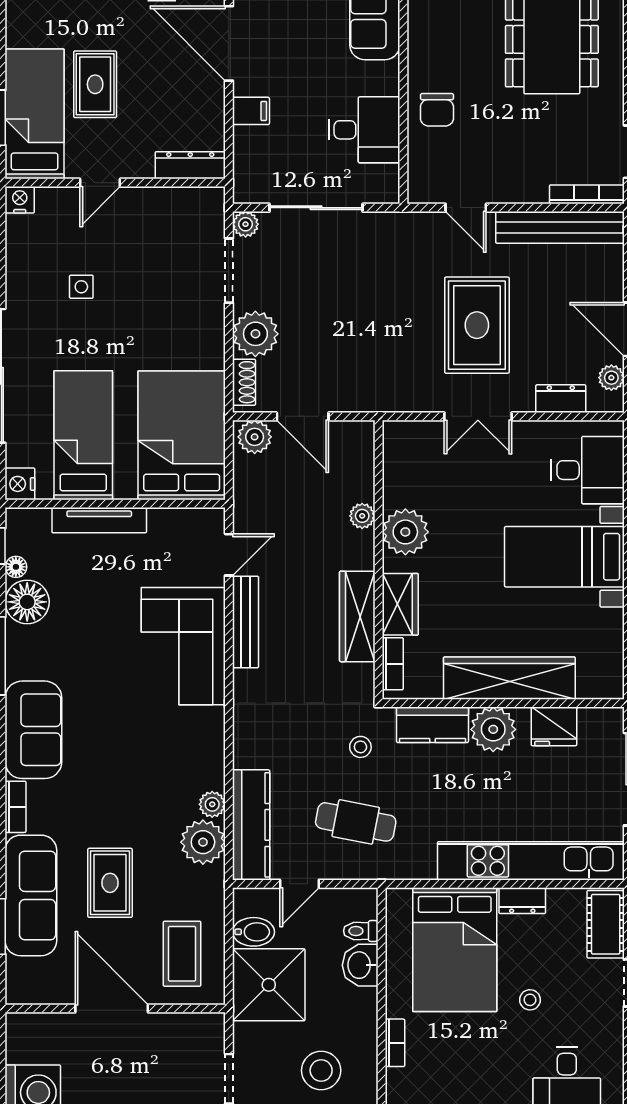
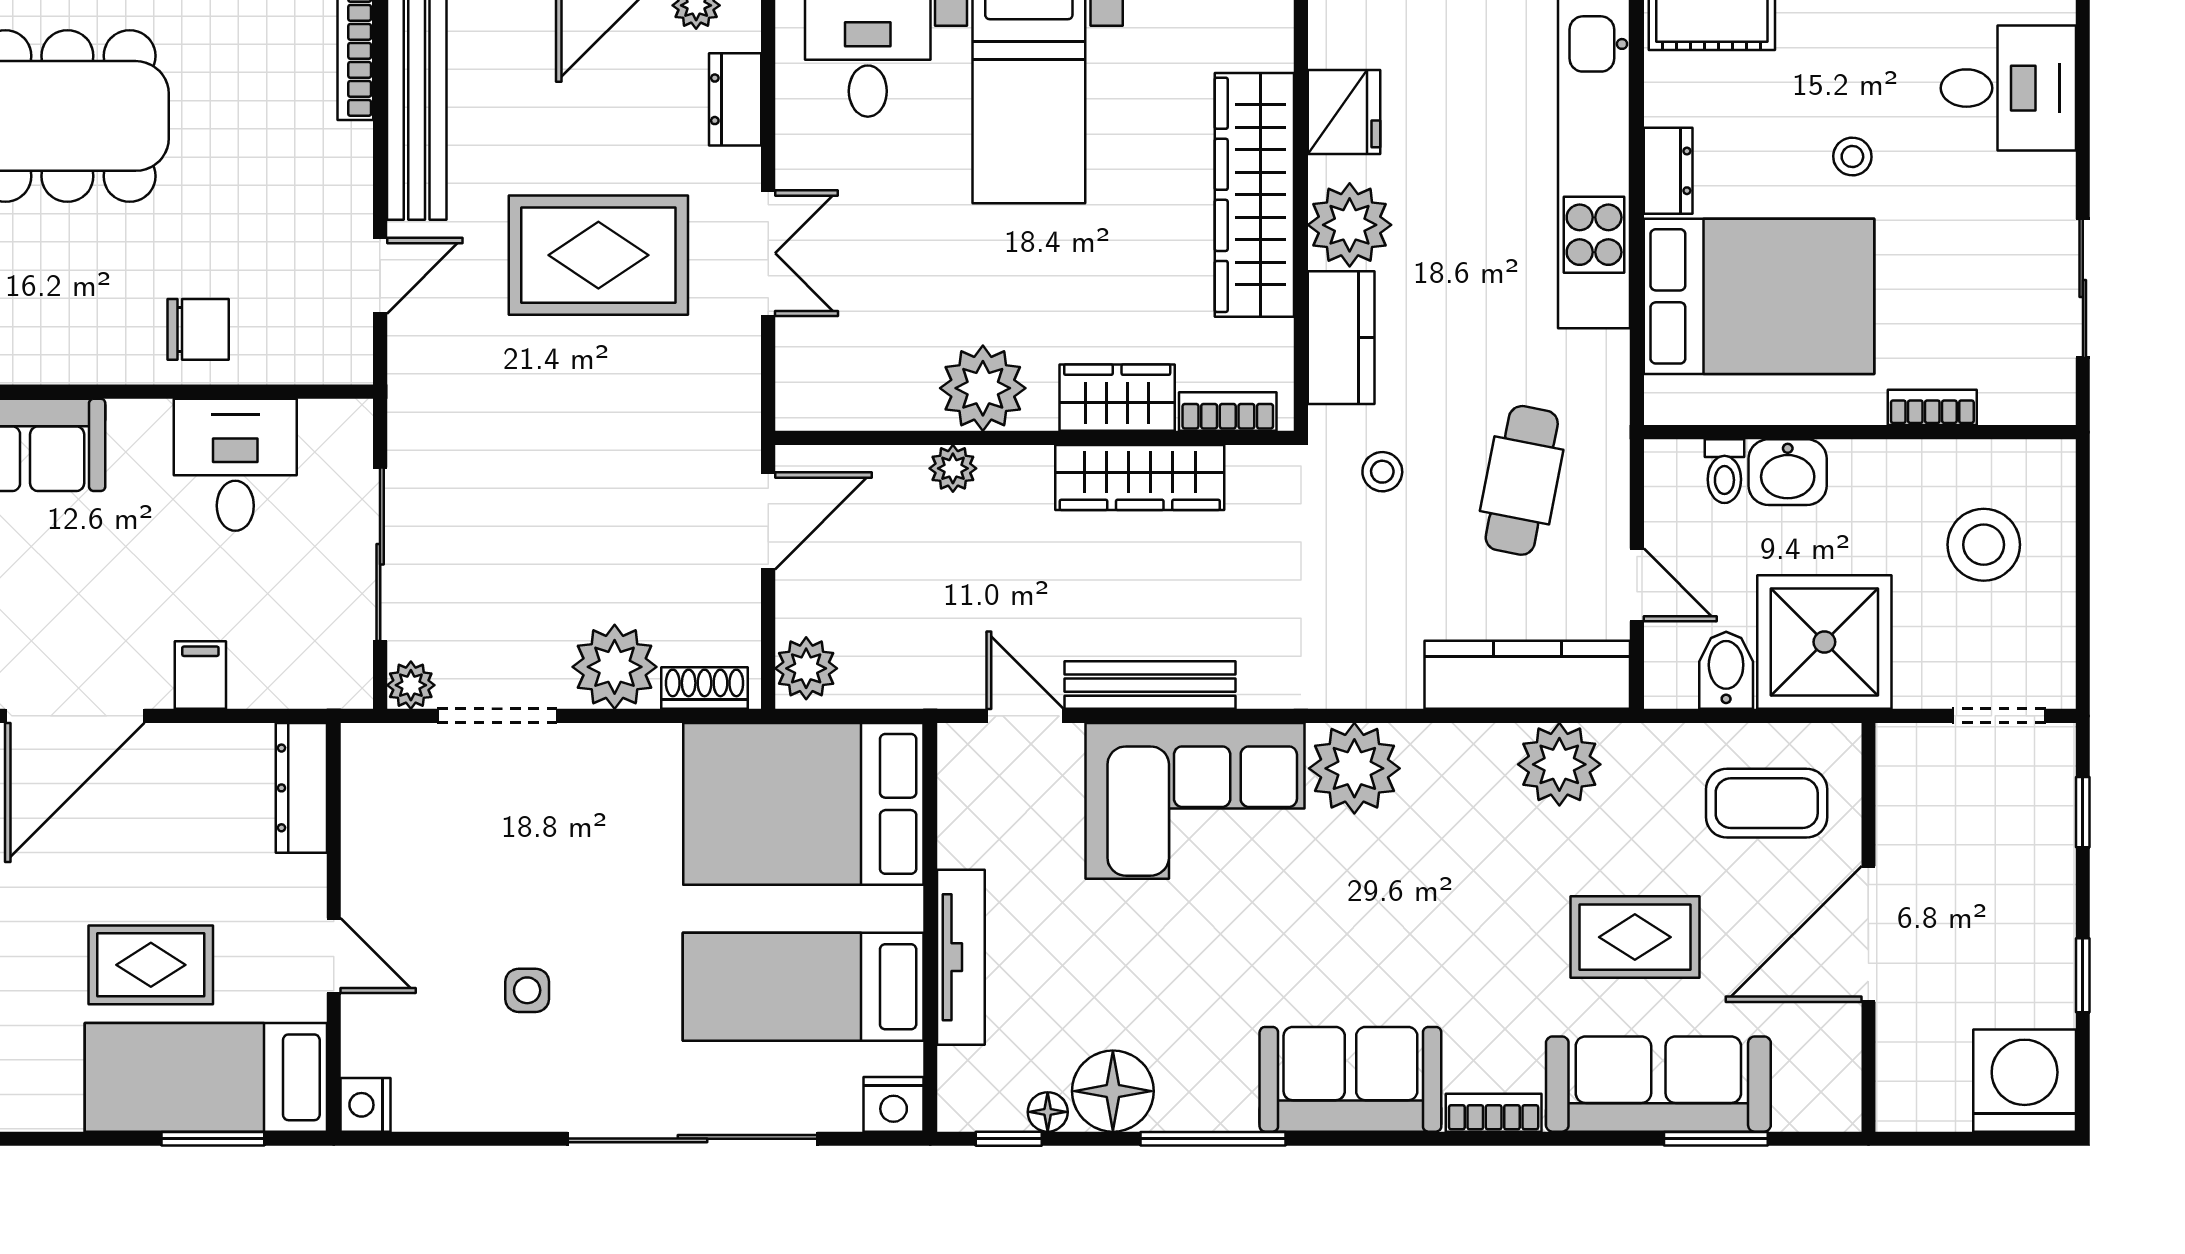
door: (303, 416) -> (768, 521), moved
plant: (212, 804) -> (1354, 768), moved, width x1.88, depth x1.88

